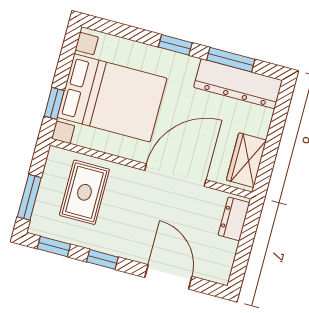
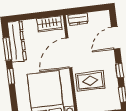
door: (175, 175) -> (69, 53), hinge flipped
rug: (84, 192) -> (90, 81), moved

